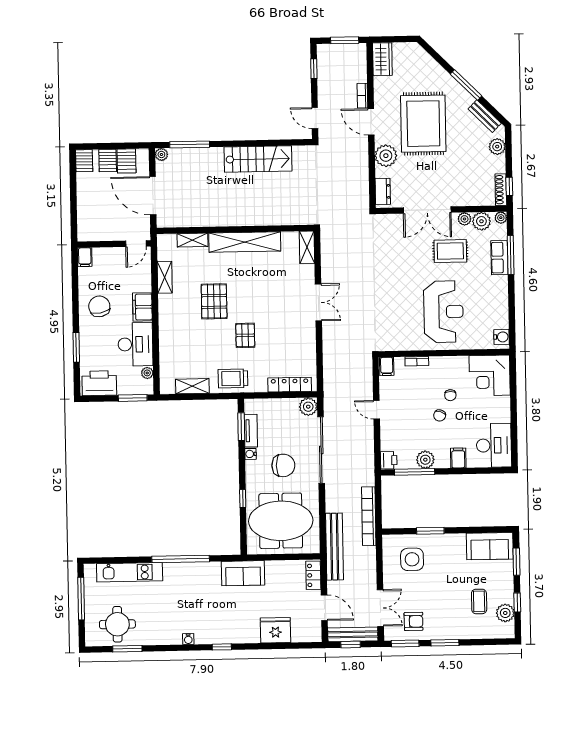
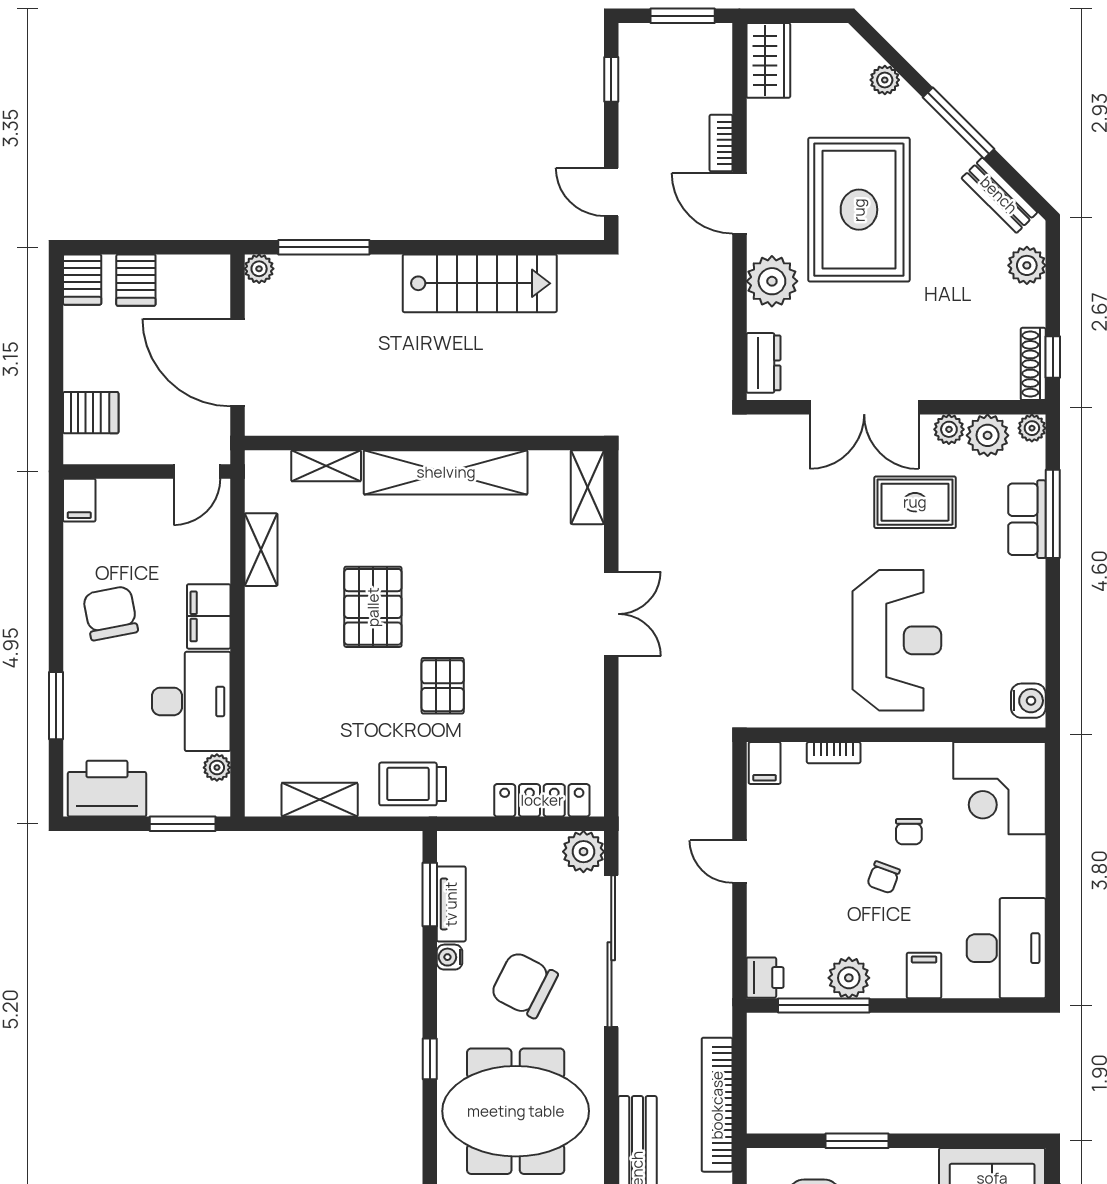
plant: (434, 67) -> (885, 80), added
server rack: (127, 161) -> (91, 413), moved, turned -90
chair: (283, 465) -> (524, 985), turned -153

